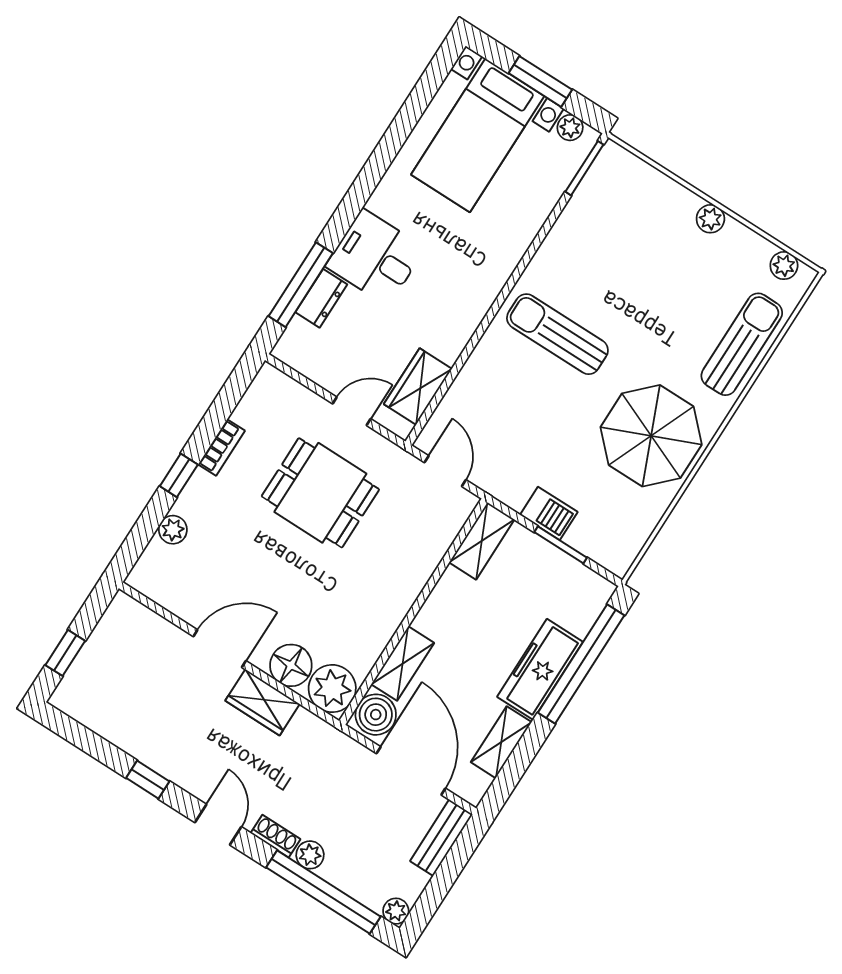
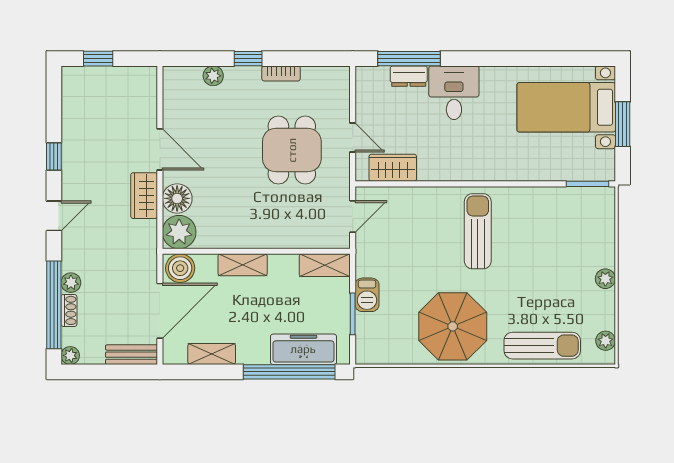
plant: (570, 128) -> (606, 160), removed
shelving: (403, 664) -> (243, 265), moved
freezer: (540, 669) -> (303, 349), moved
shoe rack: (275, 836) -> (69, 310), moved

